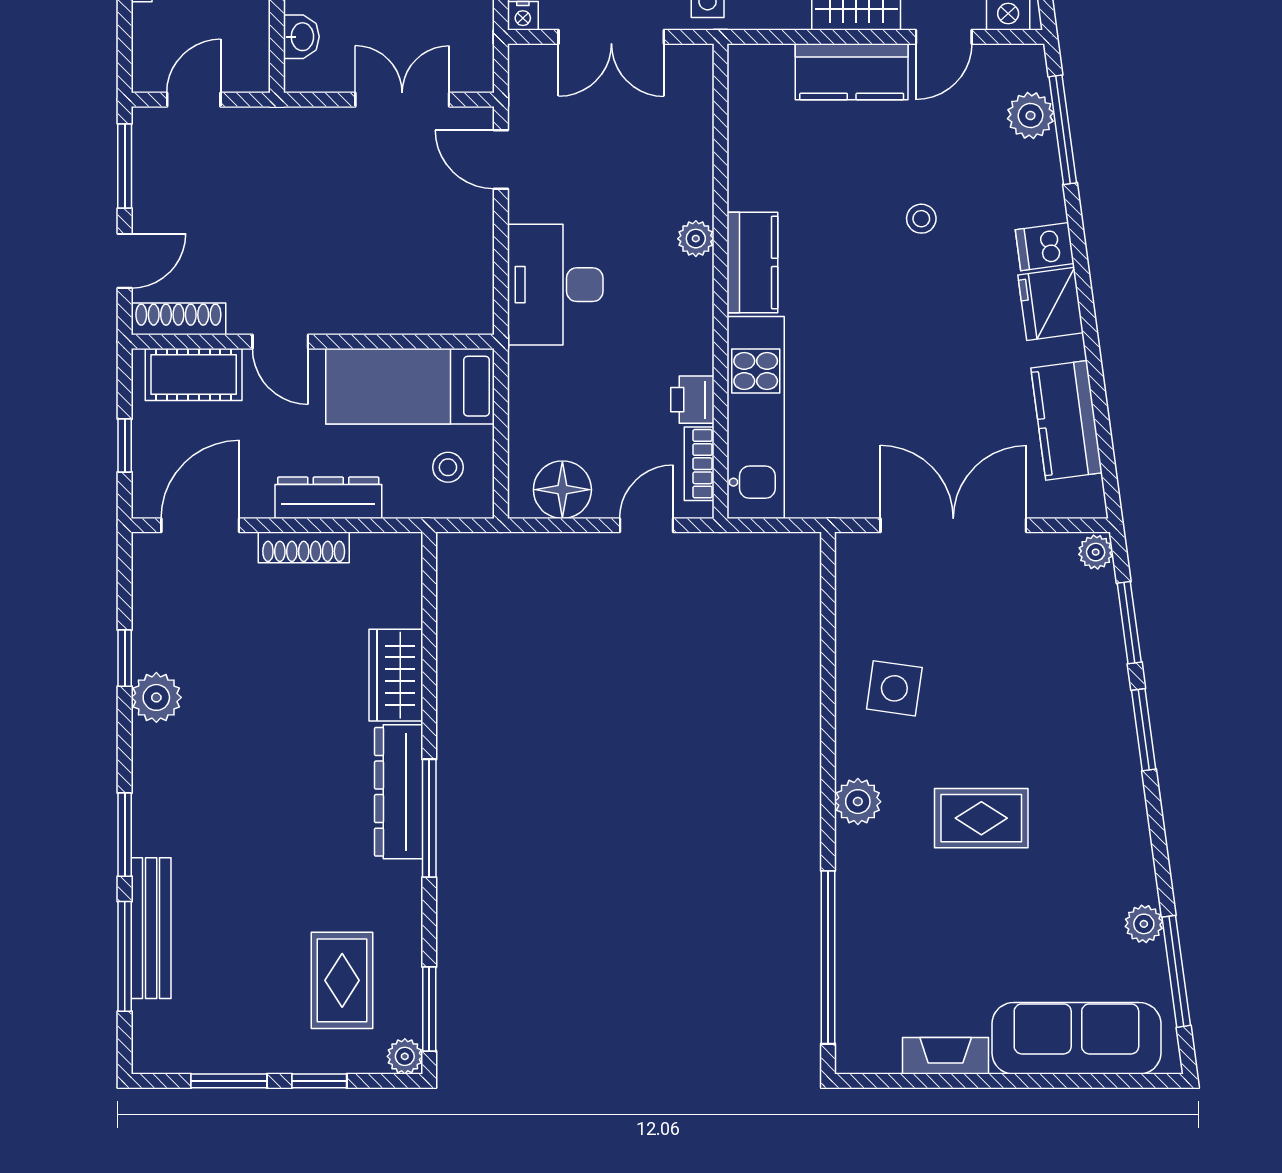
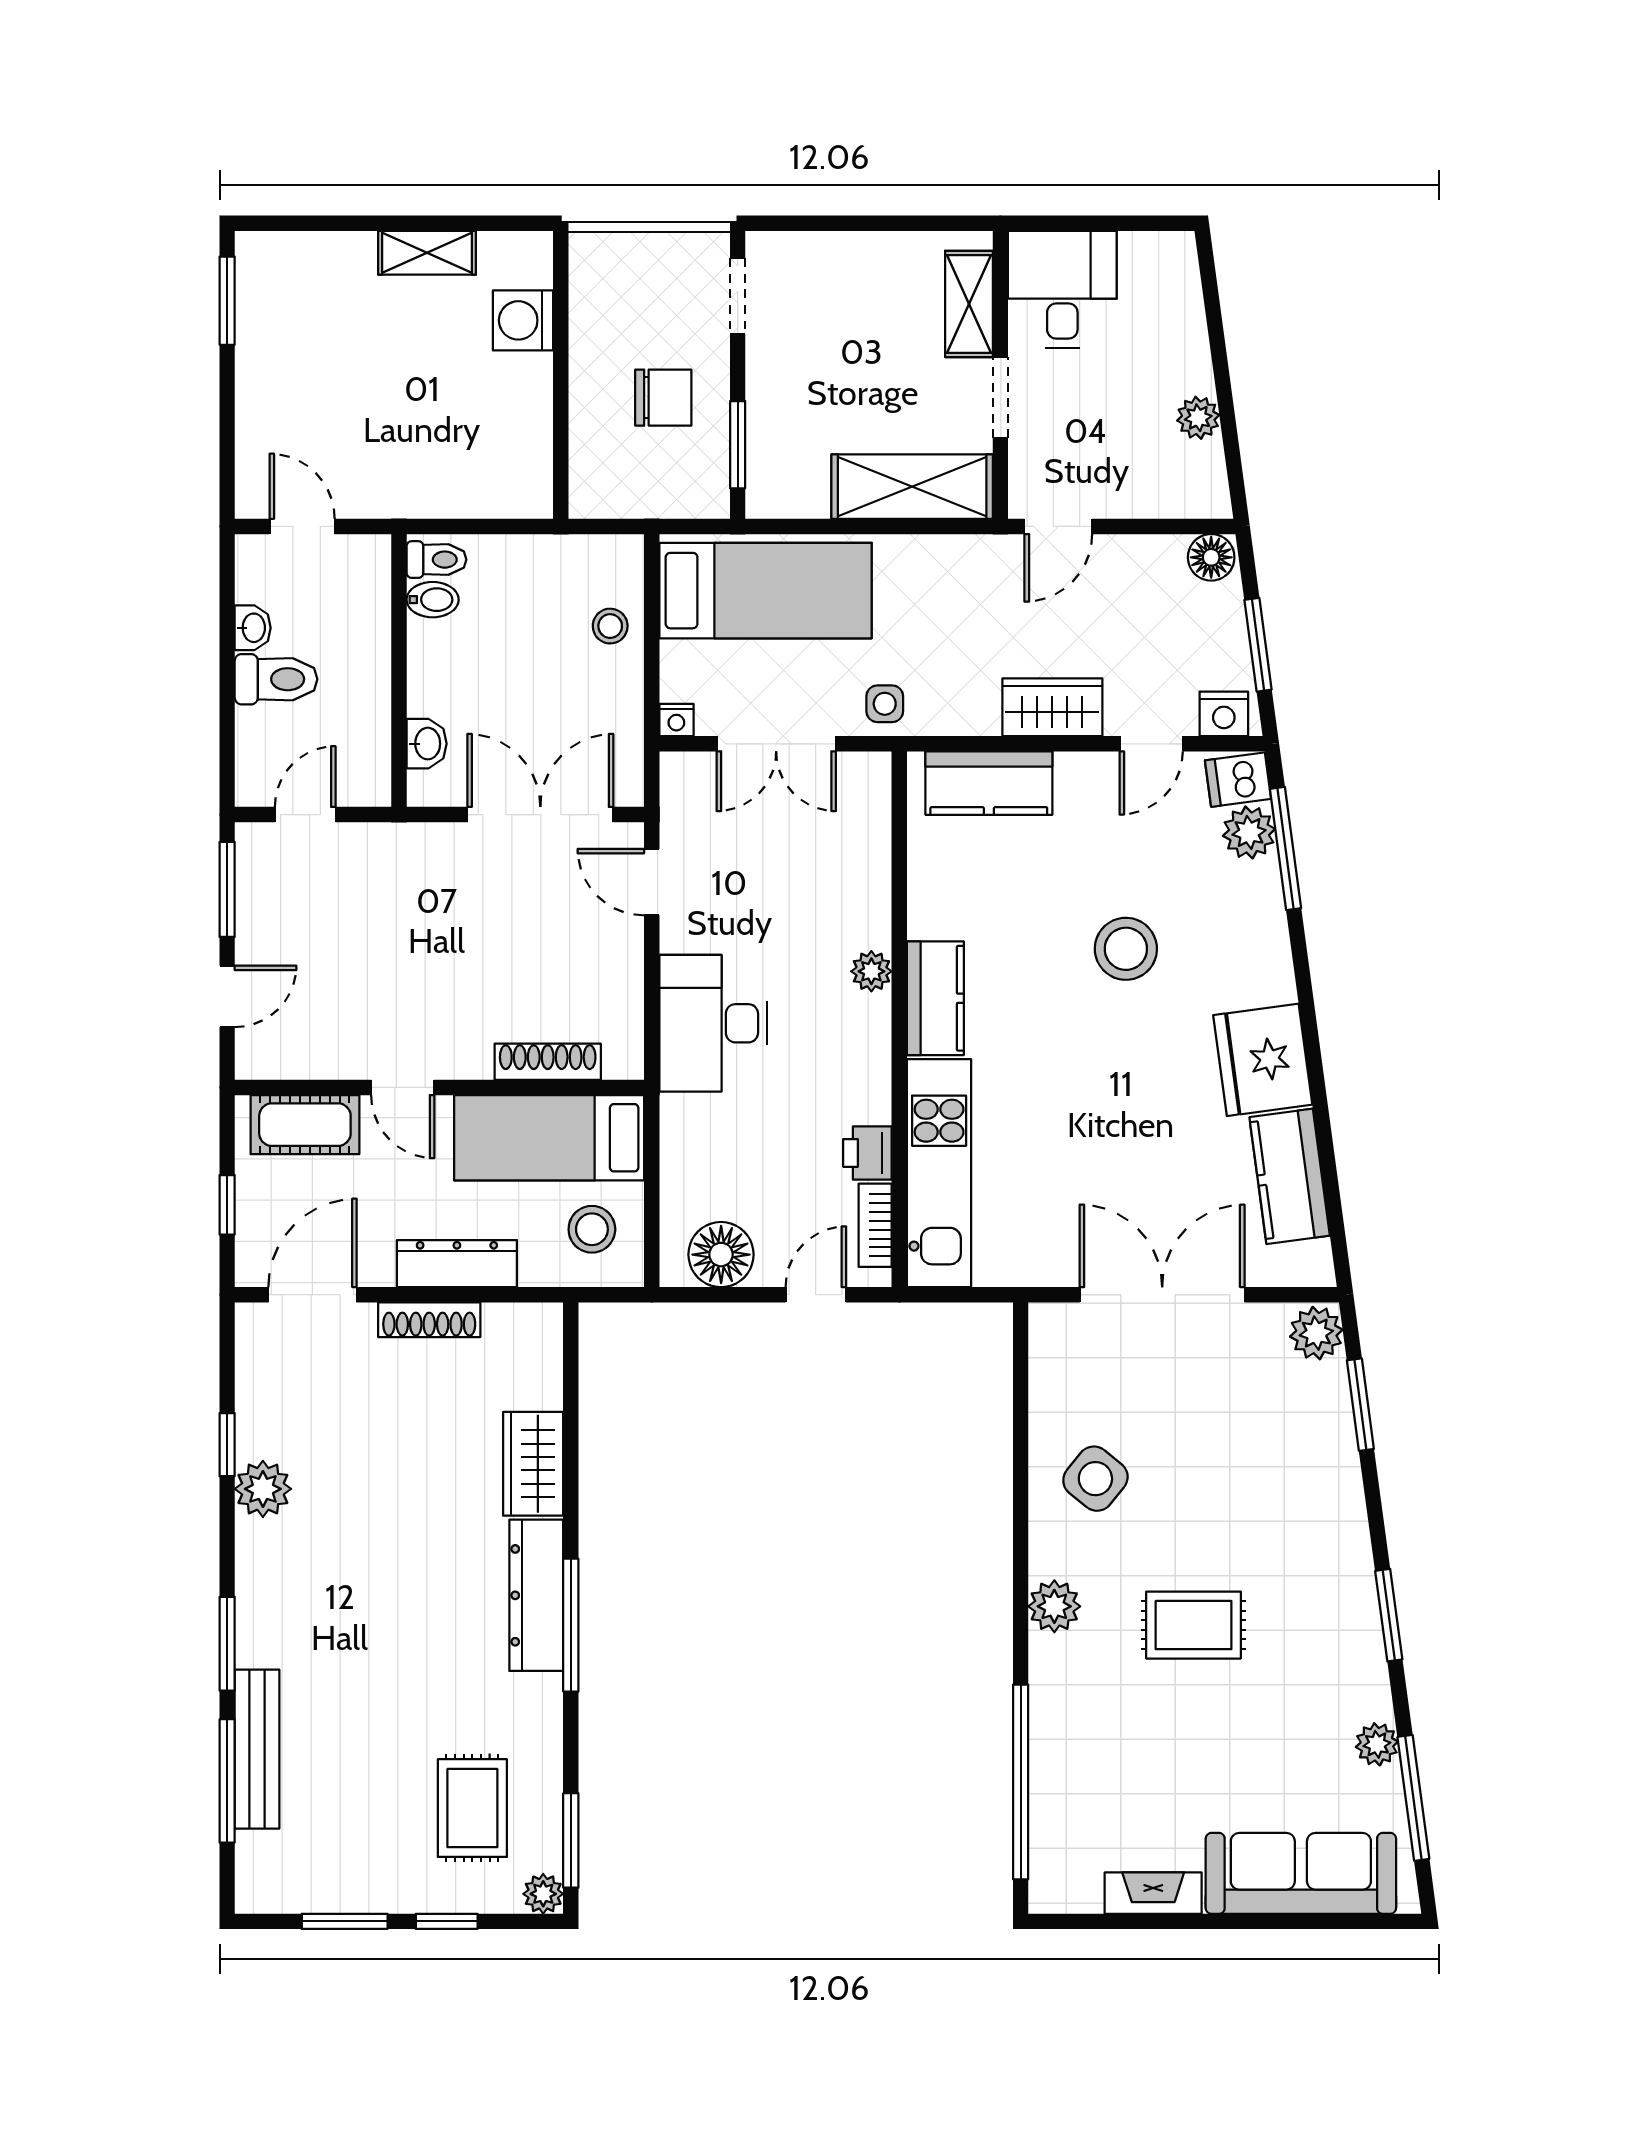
kitchen counter: (852, 72) -> (989, 783), moved
double door: (402, 100) -> (540, 815), width x1.37
stool: (921, 219) -> (1126, 949), width x1.89, depth x1.89
dishwasher: (1045, 247) -> (1238, 780), moved
fridge: (1051, 304) -> (1263, 1060), width x1.36, depth x1.34
shoe rack: (178, 319) -> (548, 1062), moved
stool: (448, 467) -> (592, 1229), width x1.37, depth x1.37
plant: (1096, 552) -> (1316, 1333), width x1.38, depth x1.38
side table: (894, 688) -> (1095, 1479), turned 31
window: (1144, 730) -> (1389, 1615), moved

